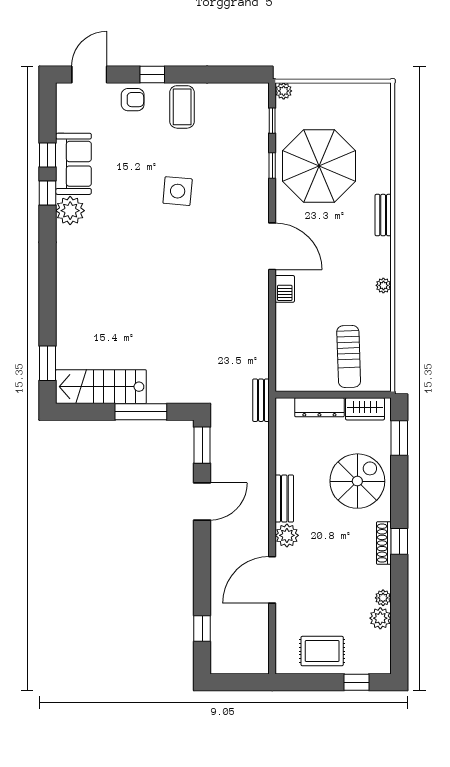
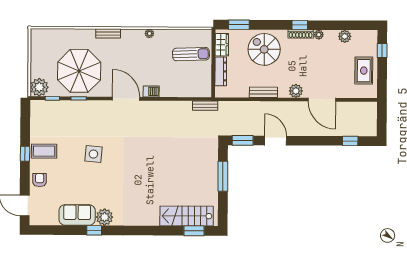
window: (152, 74) -> (25, 154), moved
plant: (284, 91) -> (39, 87), width x1.88, depth x1.88
window: (48, 155) -> (72, 230), removed
door: (272, 246) -> (126, 99), hinge flipped
stairs: (101, 387) -> (187, 216), moved, turned 90
bench: (261, 400) -> (205, 106), moved
bench: (284, 499) -> (263, 92), moved
plant: (383, 598) -> (319, 35), moved

